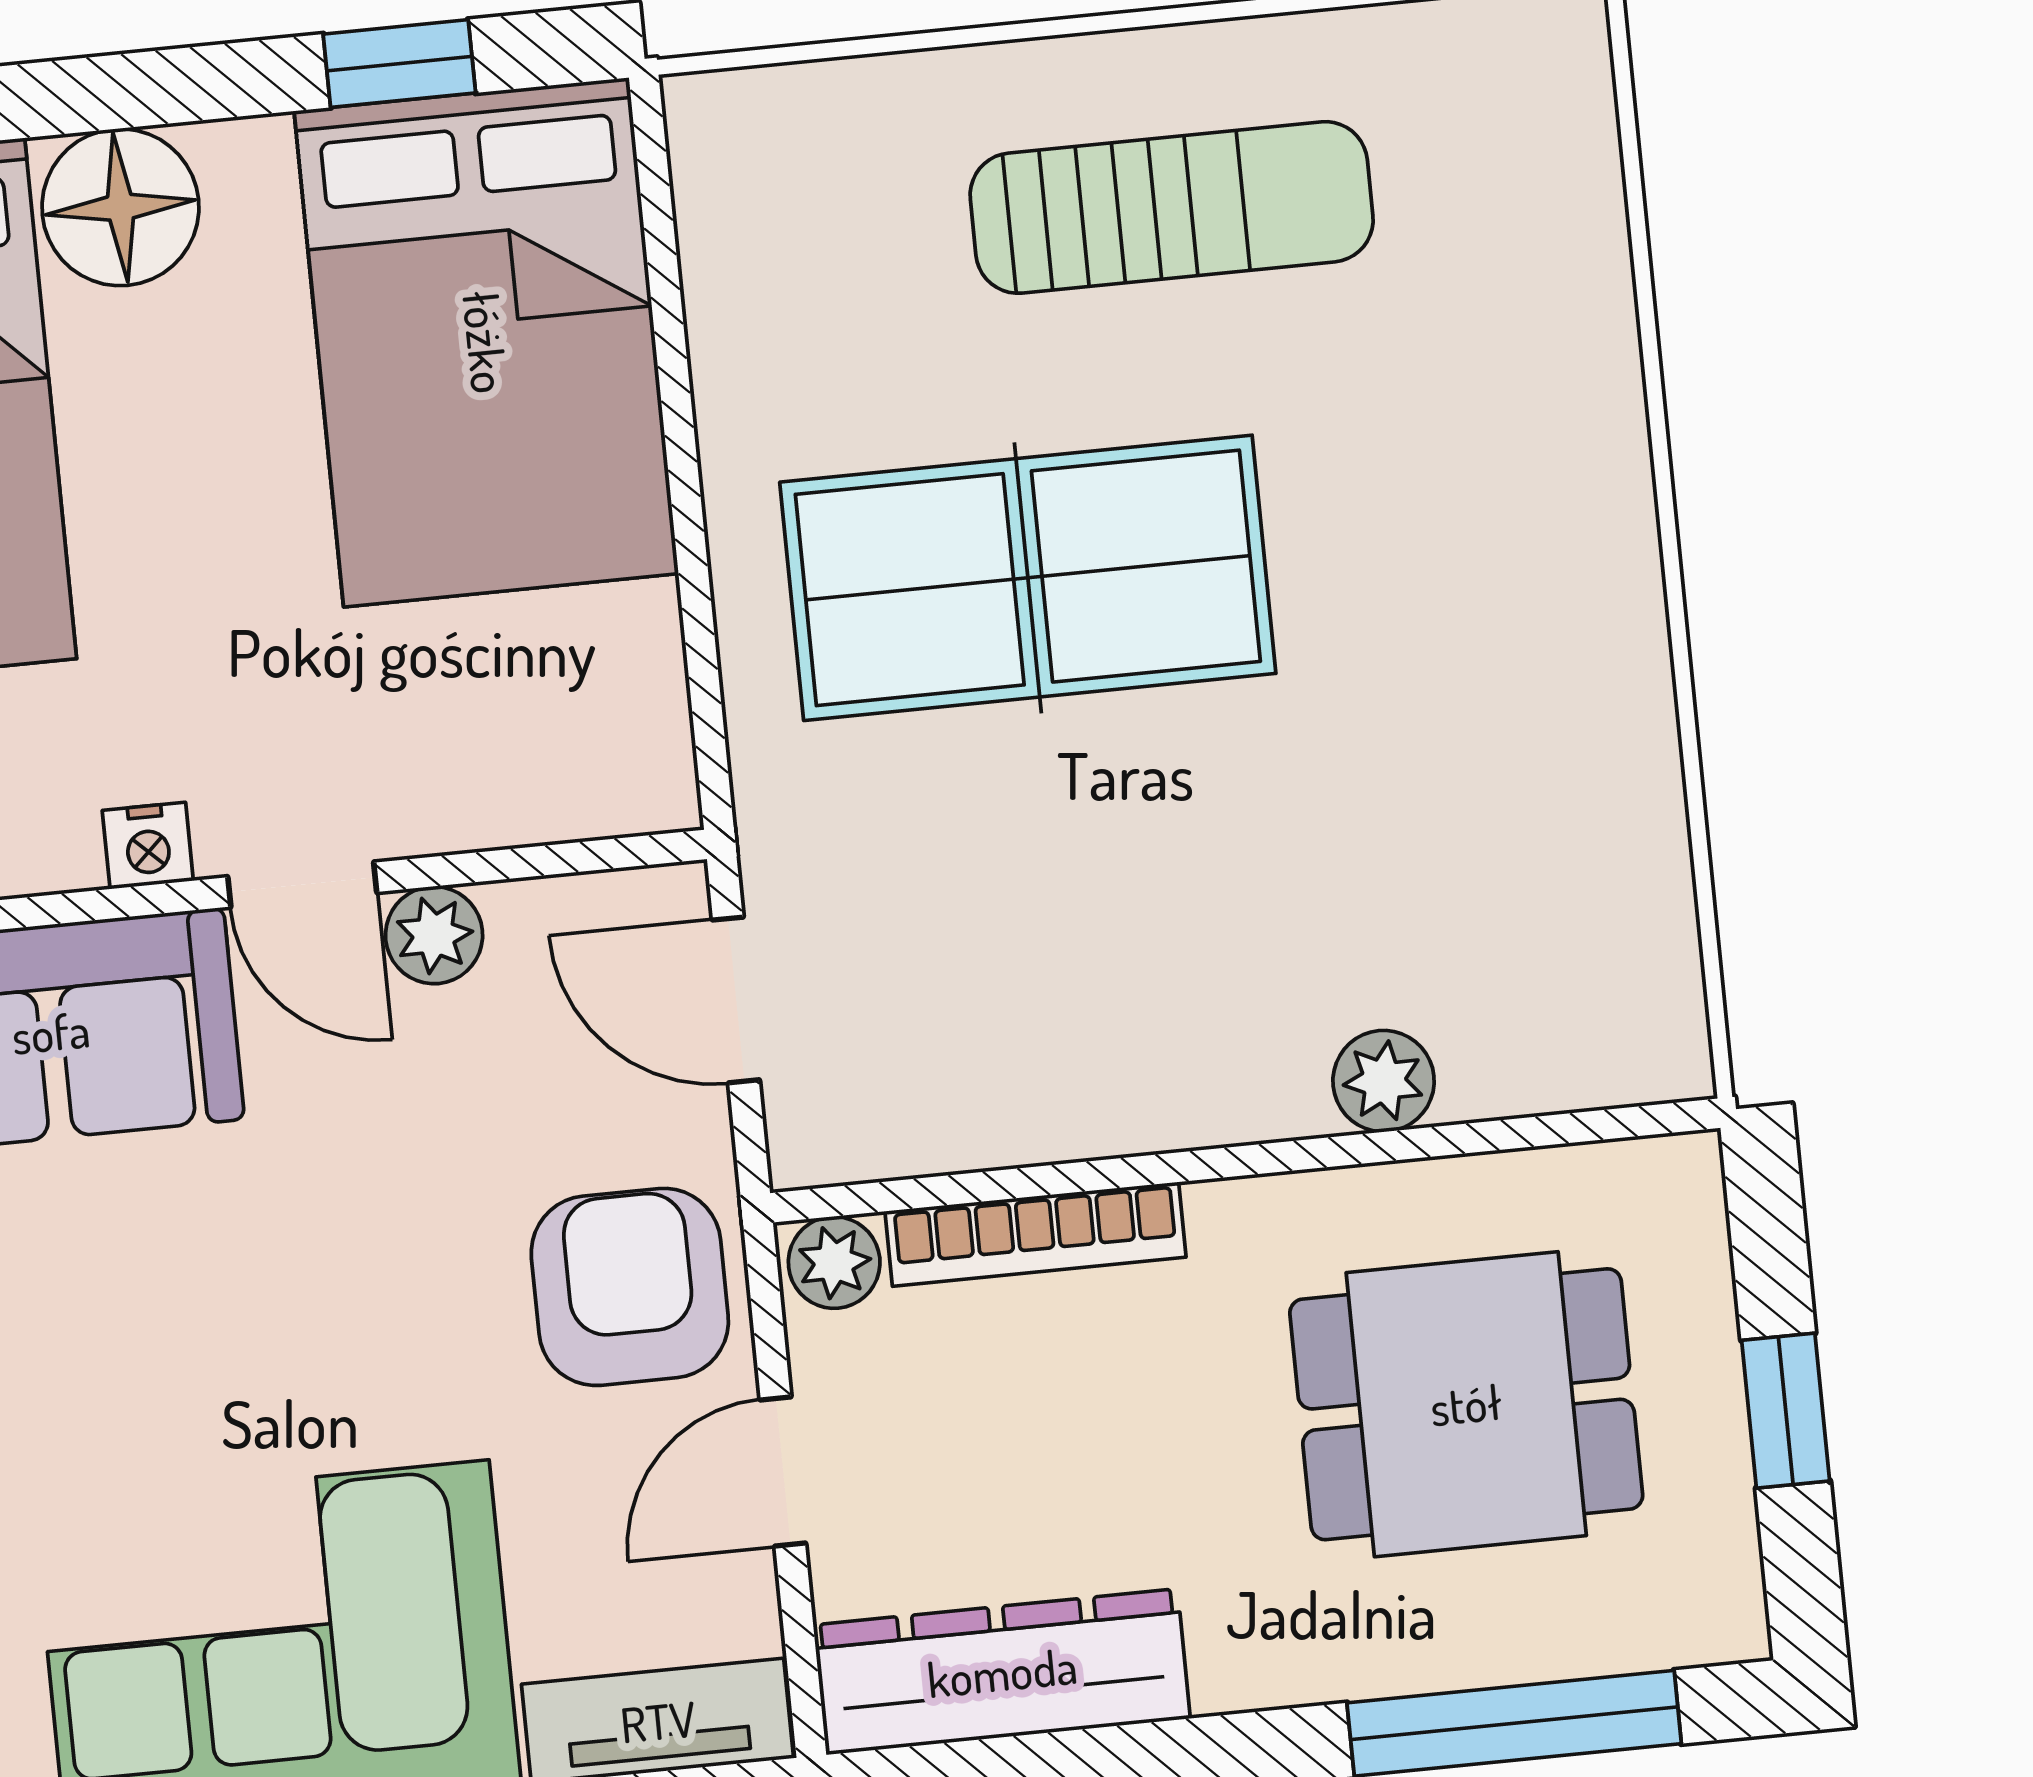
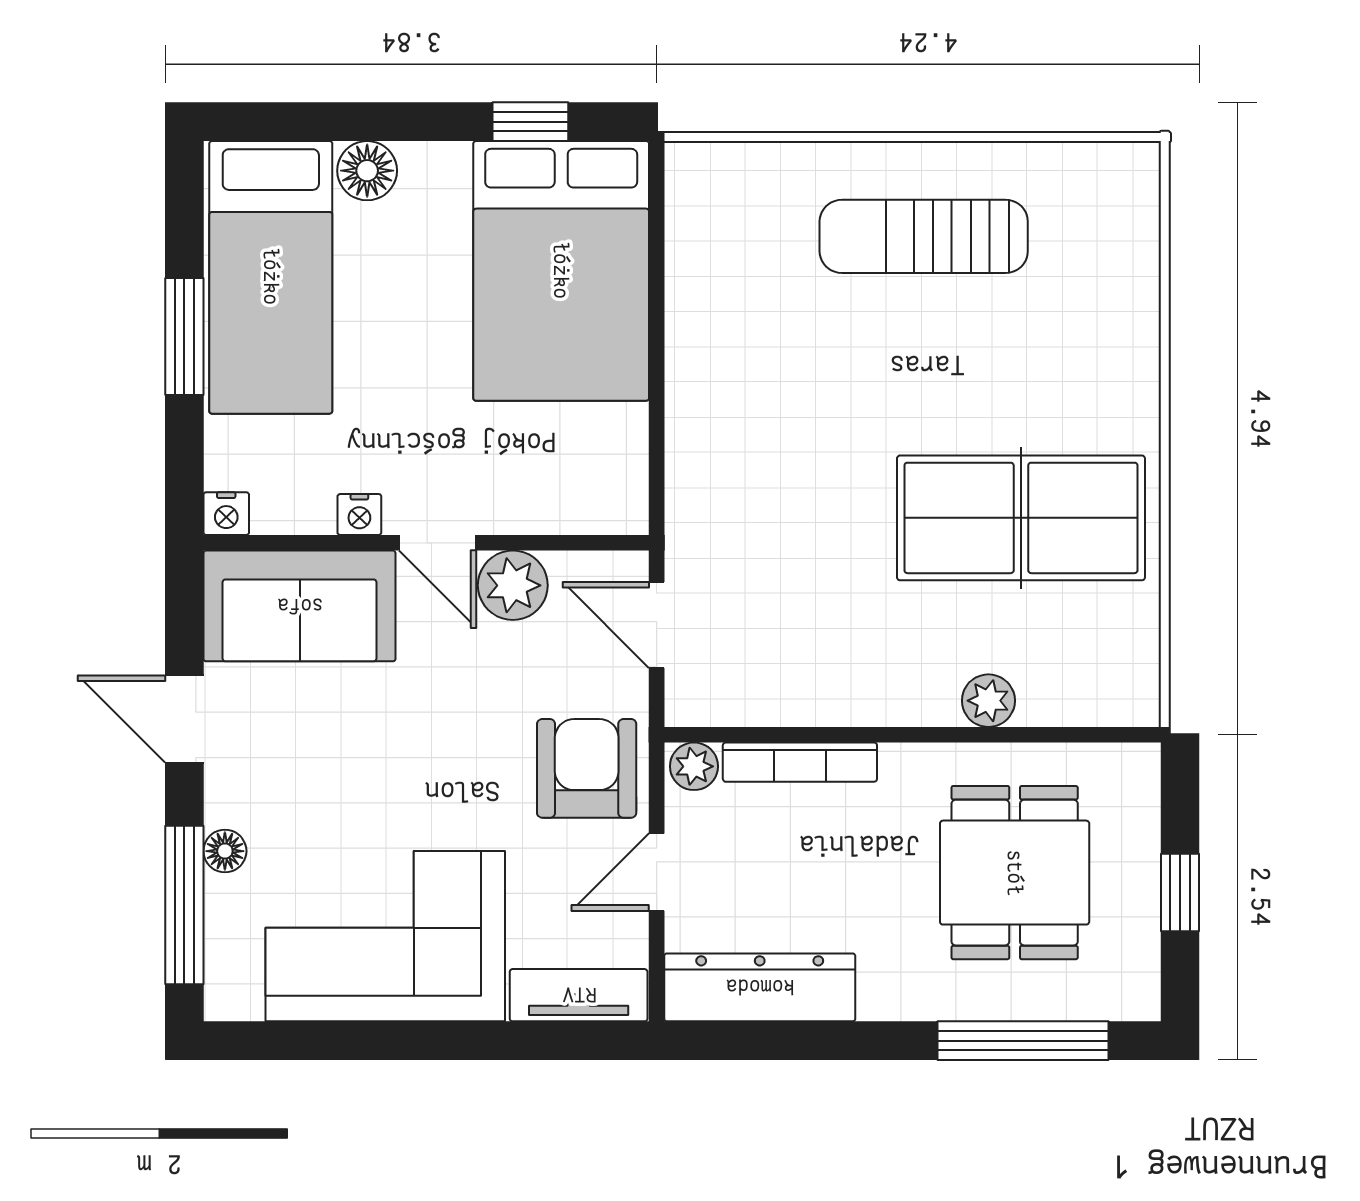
floor lamp: (120, 207) -> (367, 171), width x0.73, depth x0.73
sun lounger: (1172, 207) -> (924, 236), turned 180
table tennis table: (1028, 578) -> (1021, 518), moved
plant: (434, 935) -> (513, 585), width x1.38, depth x1.38
dining table: (1466, 1404) -> (1015, 873), turned 90

